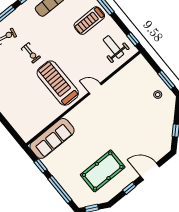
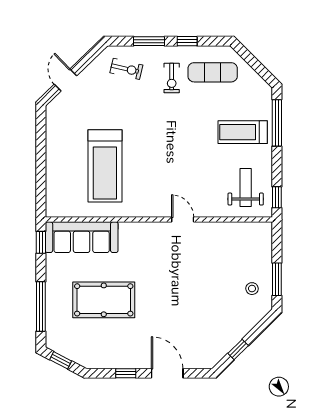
exercise bike: (31, 53) -> (172, 78), moved
treadmill: (58, 83) -> (105, 166), moved, turned 180
window: (41, 166) -> (41, 242), moved
pool table: (103, 171) -> (104, 300), moved

